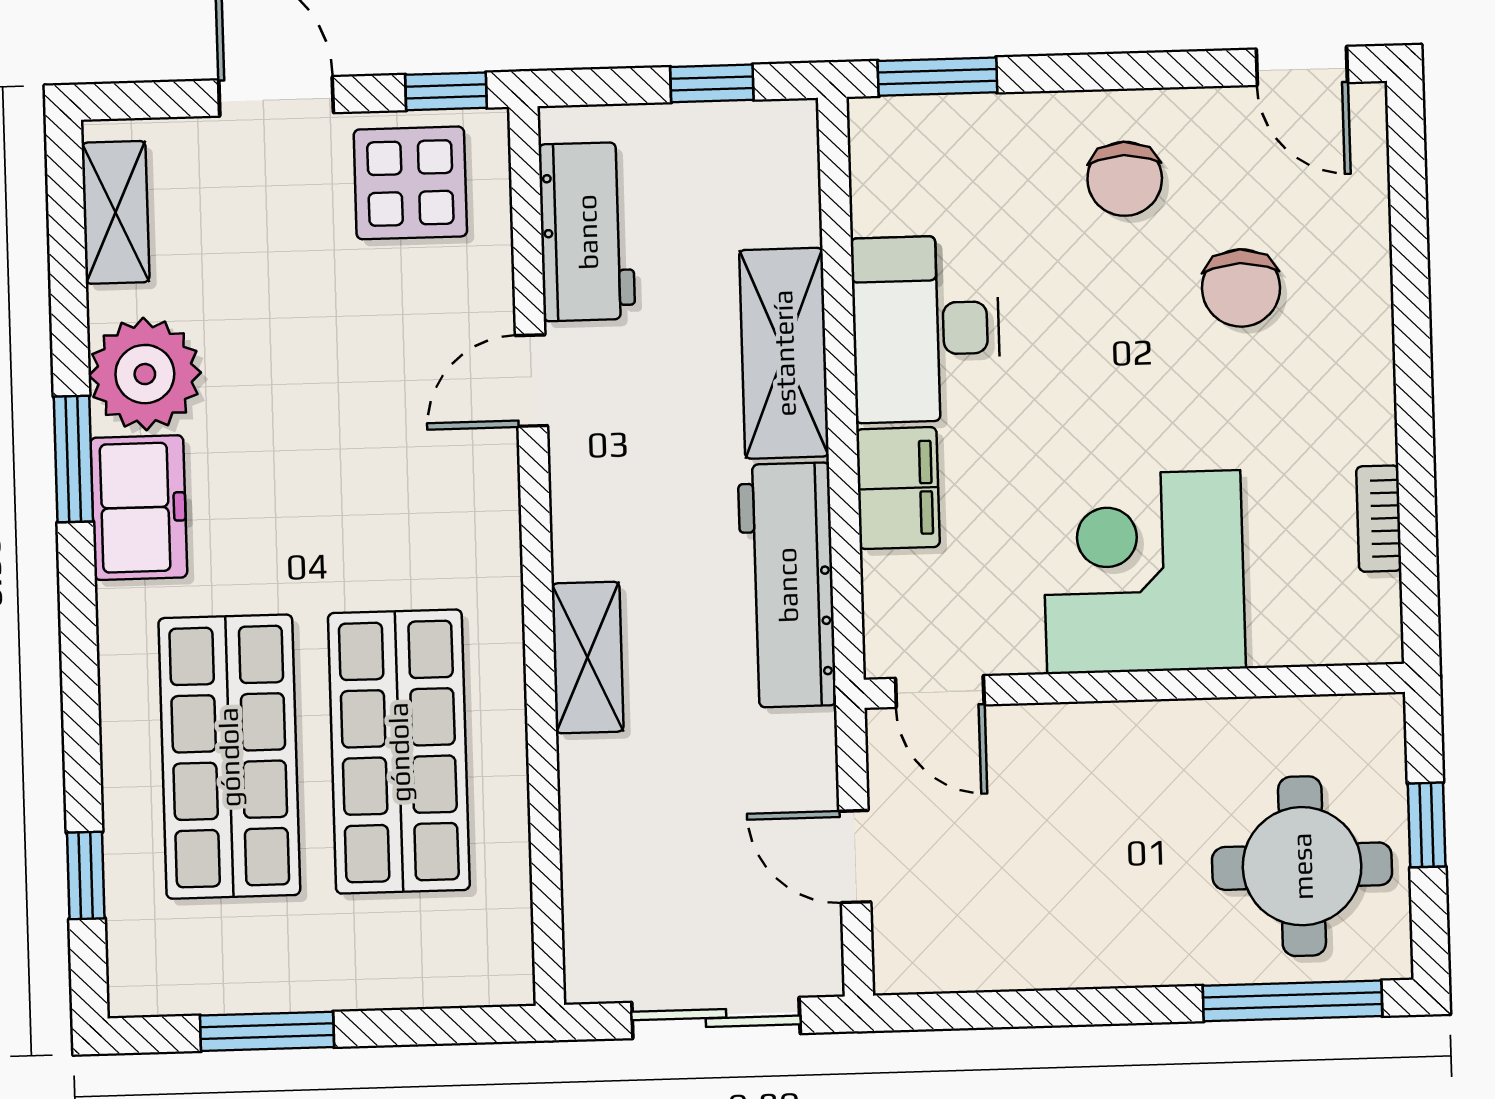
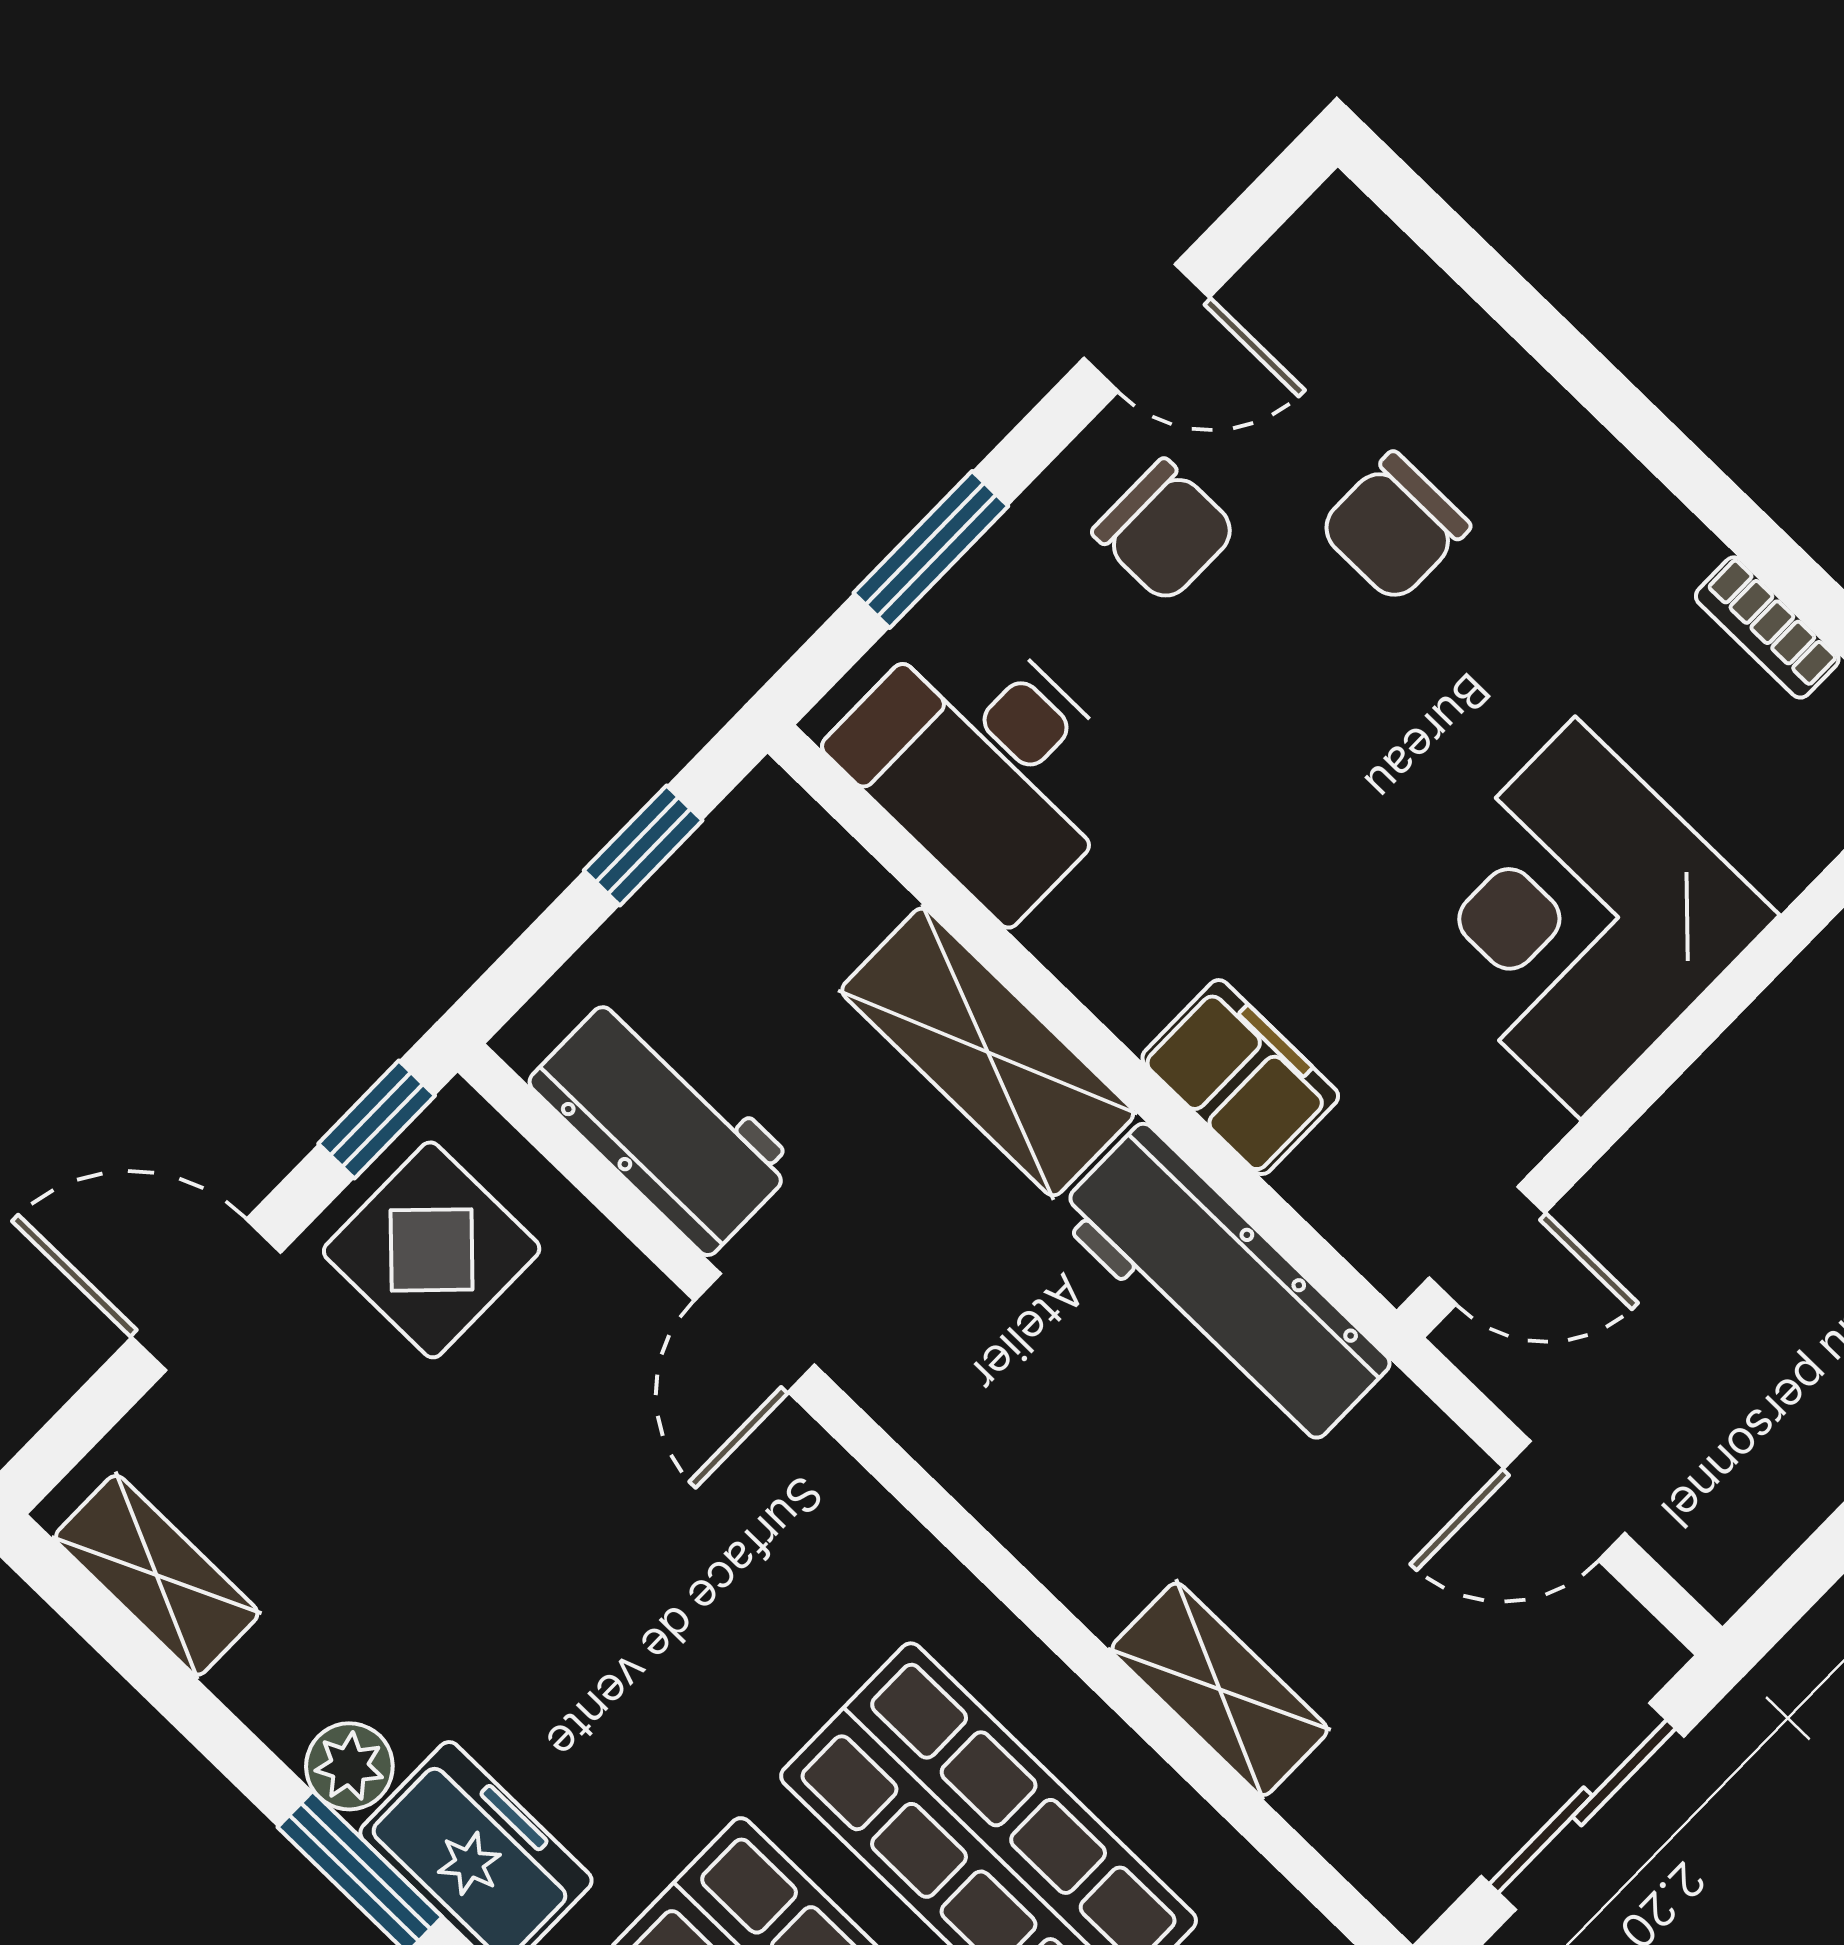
door: (1302, 66) -> (1147, 328), moved
window: (937, 77) -> (931, 550), moved
chair: (1241, 288) -> (1394, 527), turned 90
desk: (926, 329) -> (986, 764), moved
plant: (145, 374) -> (349, 1766), width x0.53, depth x0.53
shelving: (588, 657) -> (1220, 1689), moved

